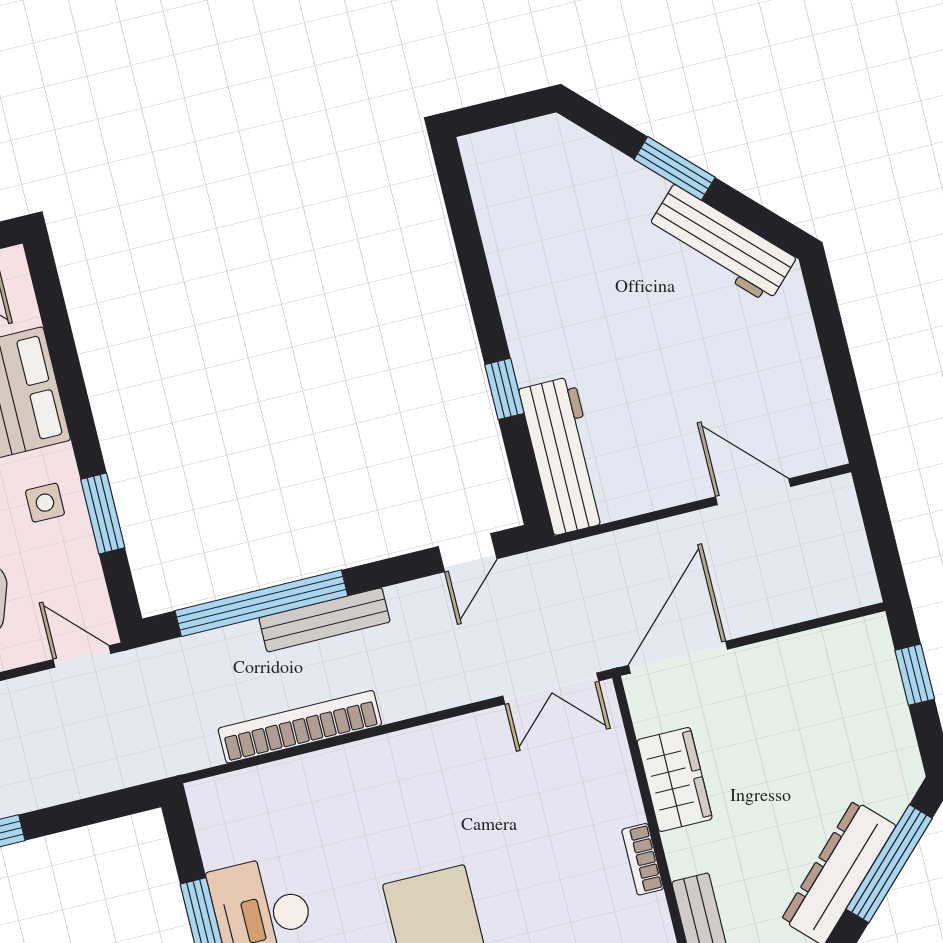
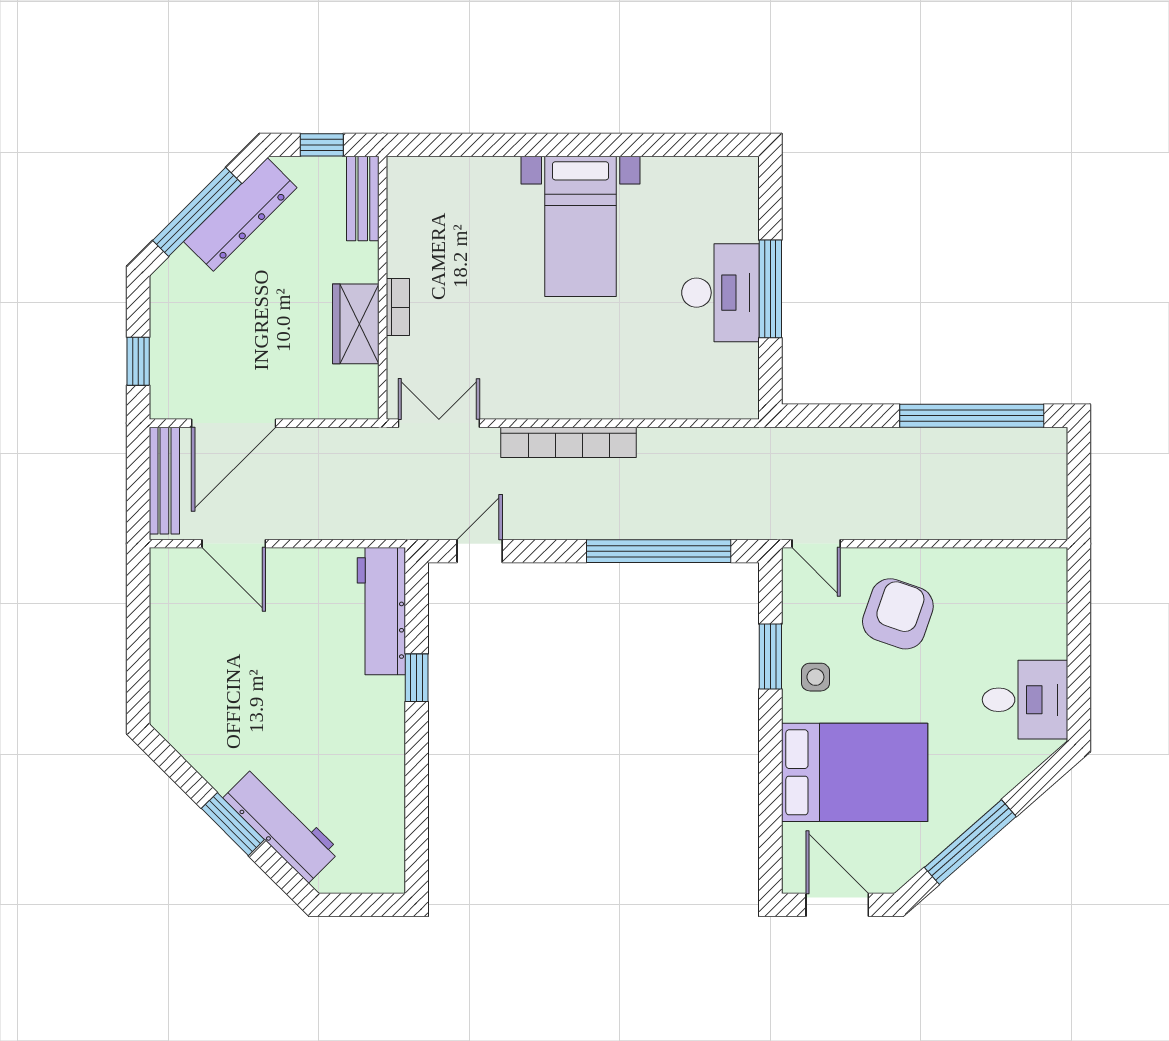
workbench: (721, 244) -> (282, 825), moved
bench: (324, 620) -> (164, 481), moved, turned 90
door: (678, 657) -> (234, 423), moved
bookcase: (300, 727) -> (569, 442), moved
bookcase: (643, 859) -> (398, 307), moved

